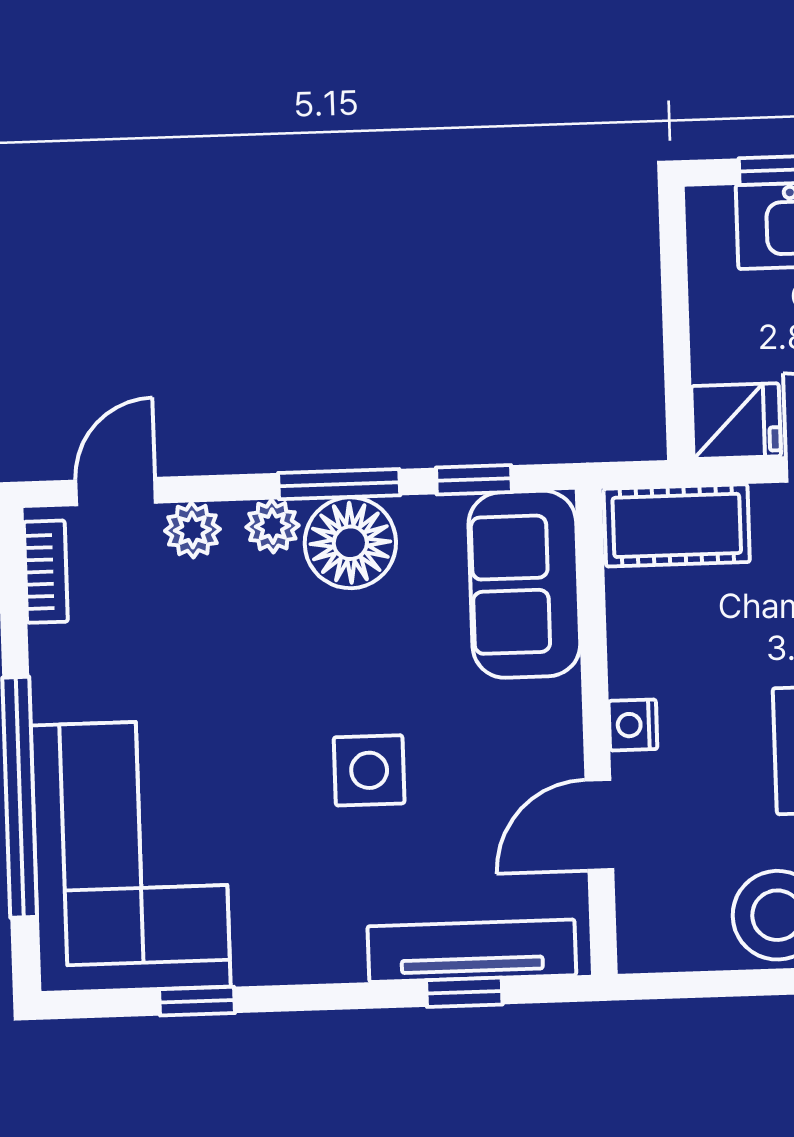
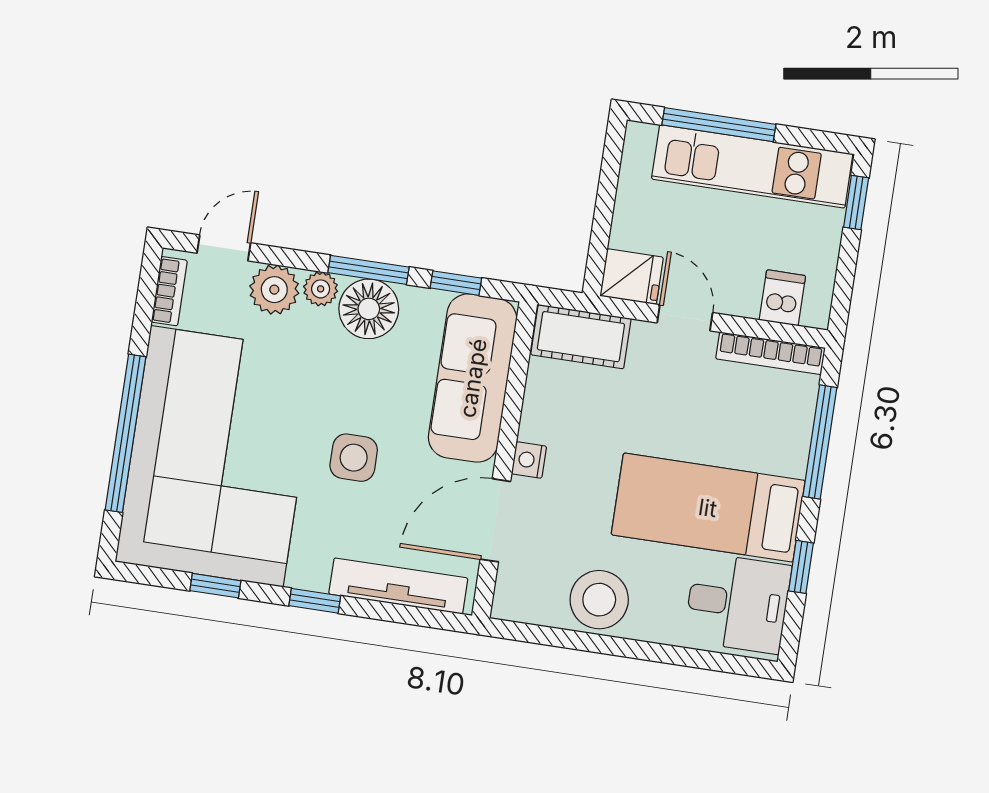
plant: (192, 530) -> (274, 290), width x1.38, depth x1.38
sofa: (524, 584) -> (473, 378), width x1.36
door: (599, 825) -> (495, 520), width x1.38
corner sofa: (131, 856) -> (217, 456), width x1.36, depth x1.36
window: (464, 992) -> (315, 601), moved

